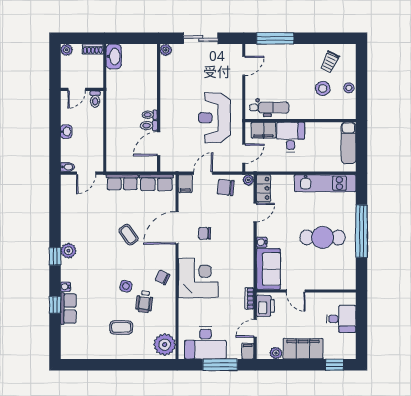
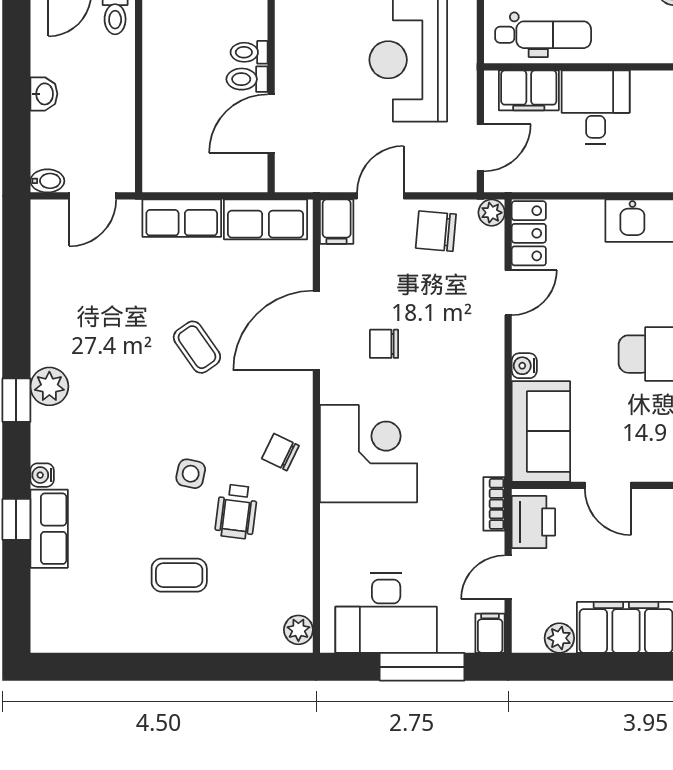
plant: (165, 345) -> (298, 630), width x0.53, depth x0.53

